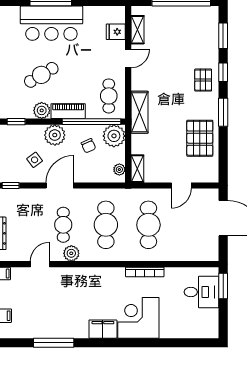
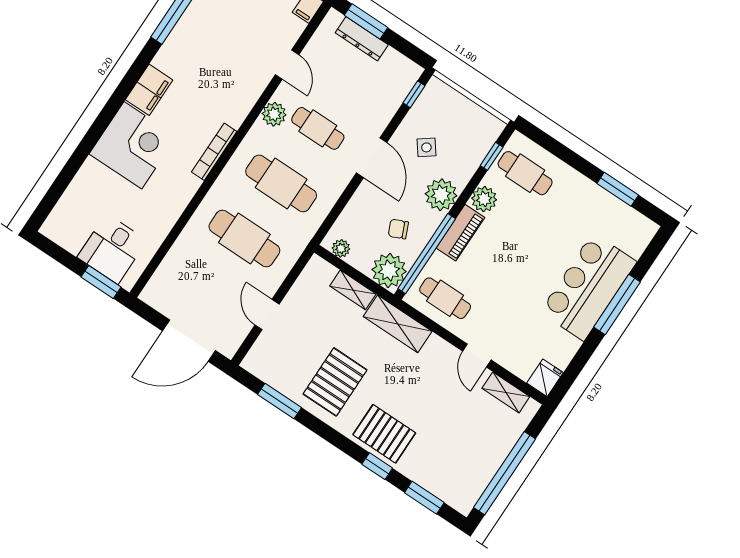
fridge: (116, 32) -> (545, 378), moved
cafe table: (41, 75) -> (525, 173), moved, turned -59
pallet: (203, 80) -> (384, 434), width x1.50, depth x1.42
window: (223, 112) -> (280, 401), moved
pallet: (200, 138) -> (335, 382), moved, turned 90
shelving: (137, 169) -> (353, 290), moved
bookcase: (145, 272) -> (214, 152), moved

